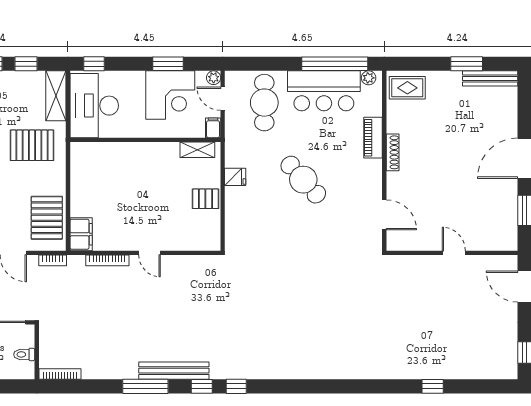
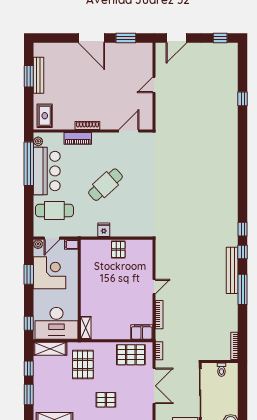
bench: (490, 78) -> (38, 75), moved
shelving: (197, 150) -> (86, 328), moved

